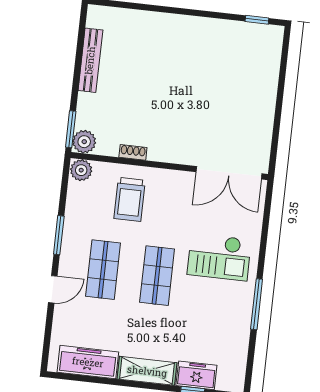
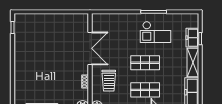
double door: (229, 173) -> (90, 48), moved
trolley: (130, 199) -> (109, 81), turned 90
checkout: (219, 257) -> (156, 32), moved, turned 90

